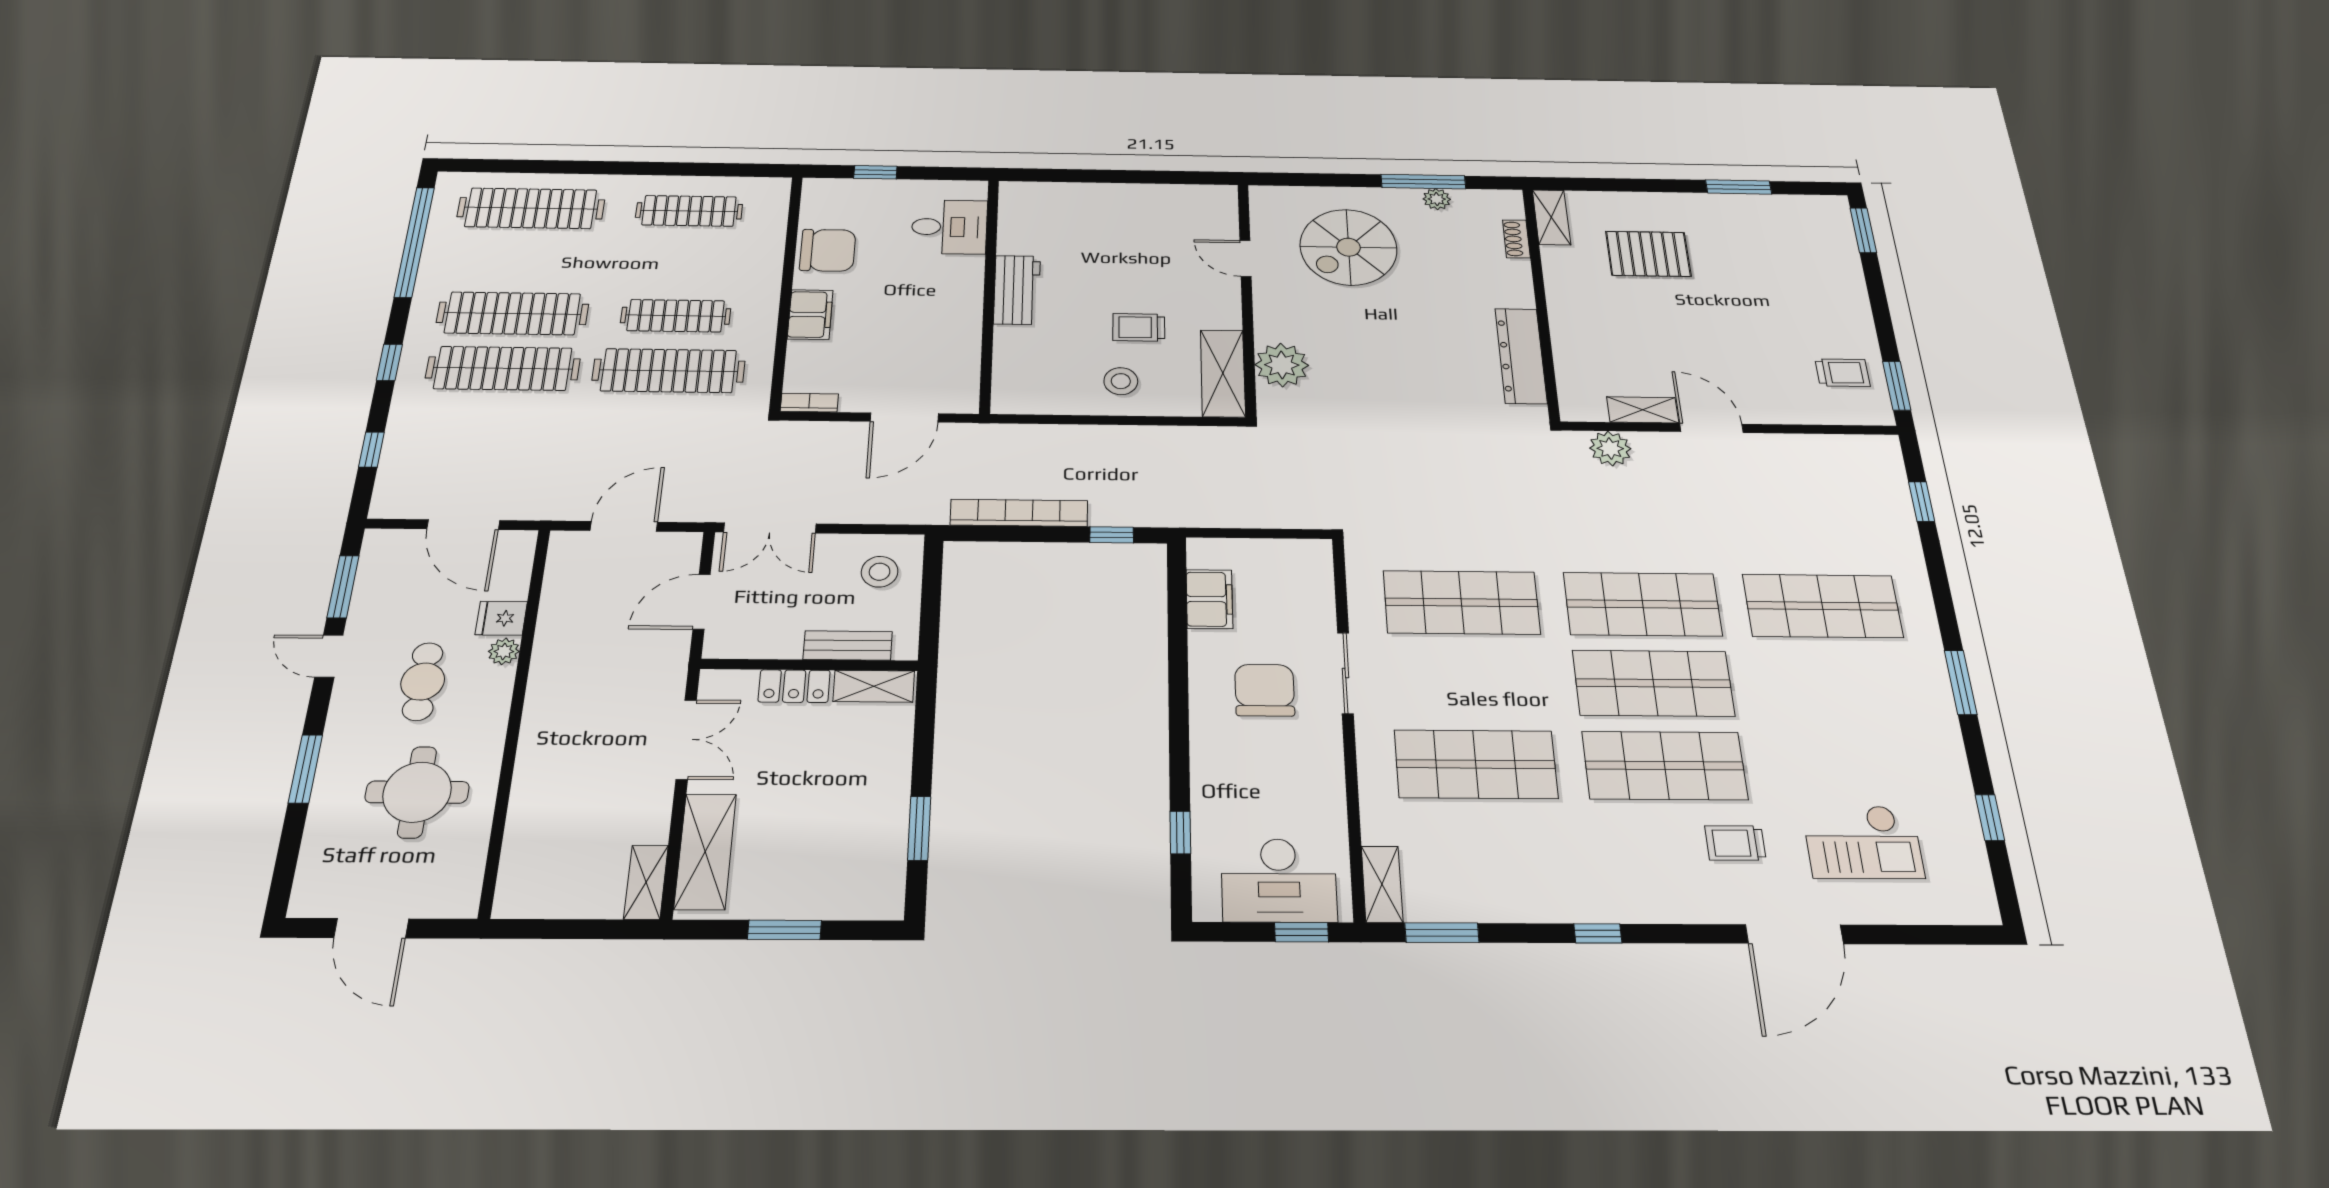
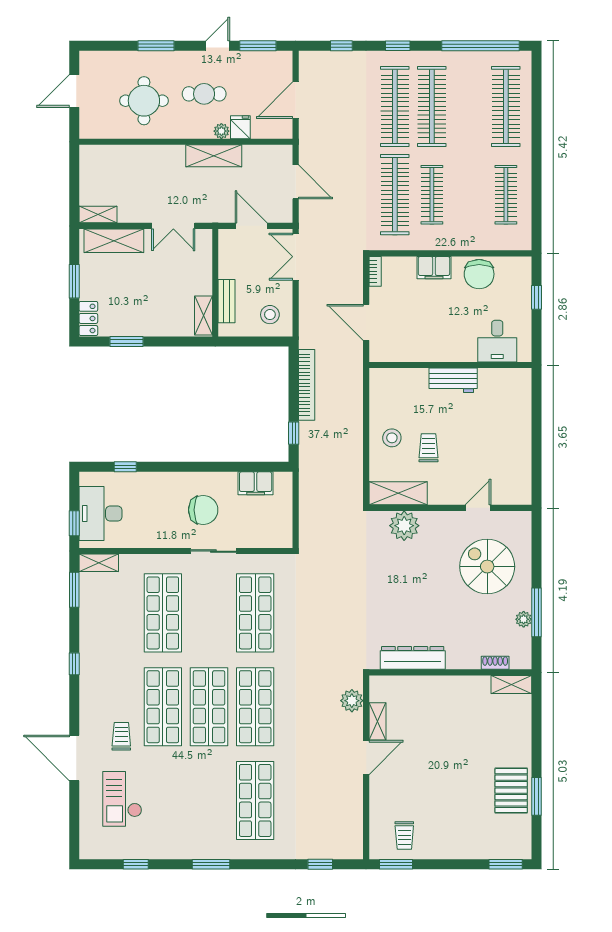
pallet: (1648, 254) -> (511, 791), moved
shelving: (552, 665) -> (214, 156), added
locker: (794, 686) -> (88, 318), moved, turned 180

